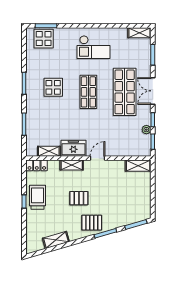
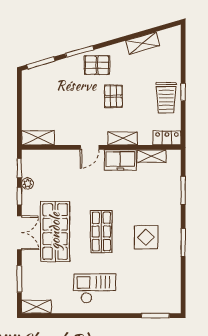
display table: (44, 39) -> (158, 299), removed
pallet: (79, 198) -> (113, 96), turned 90

